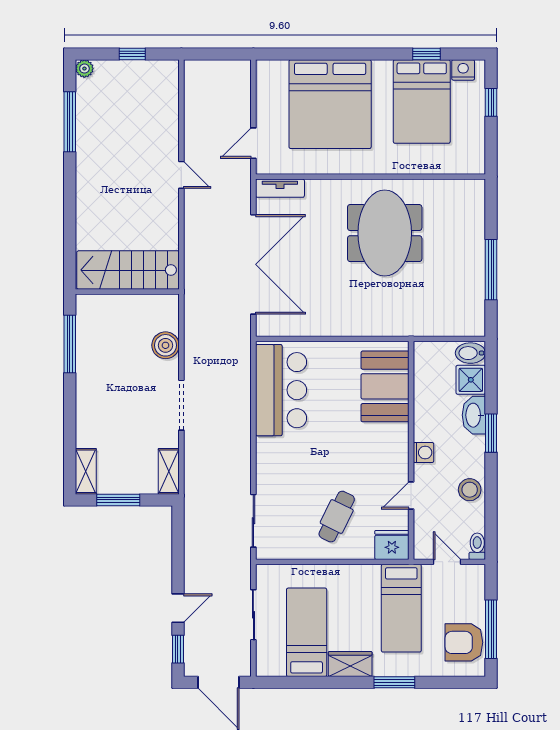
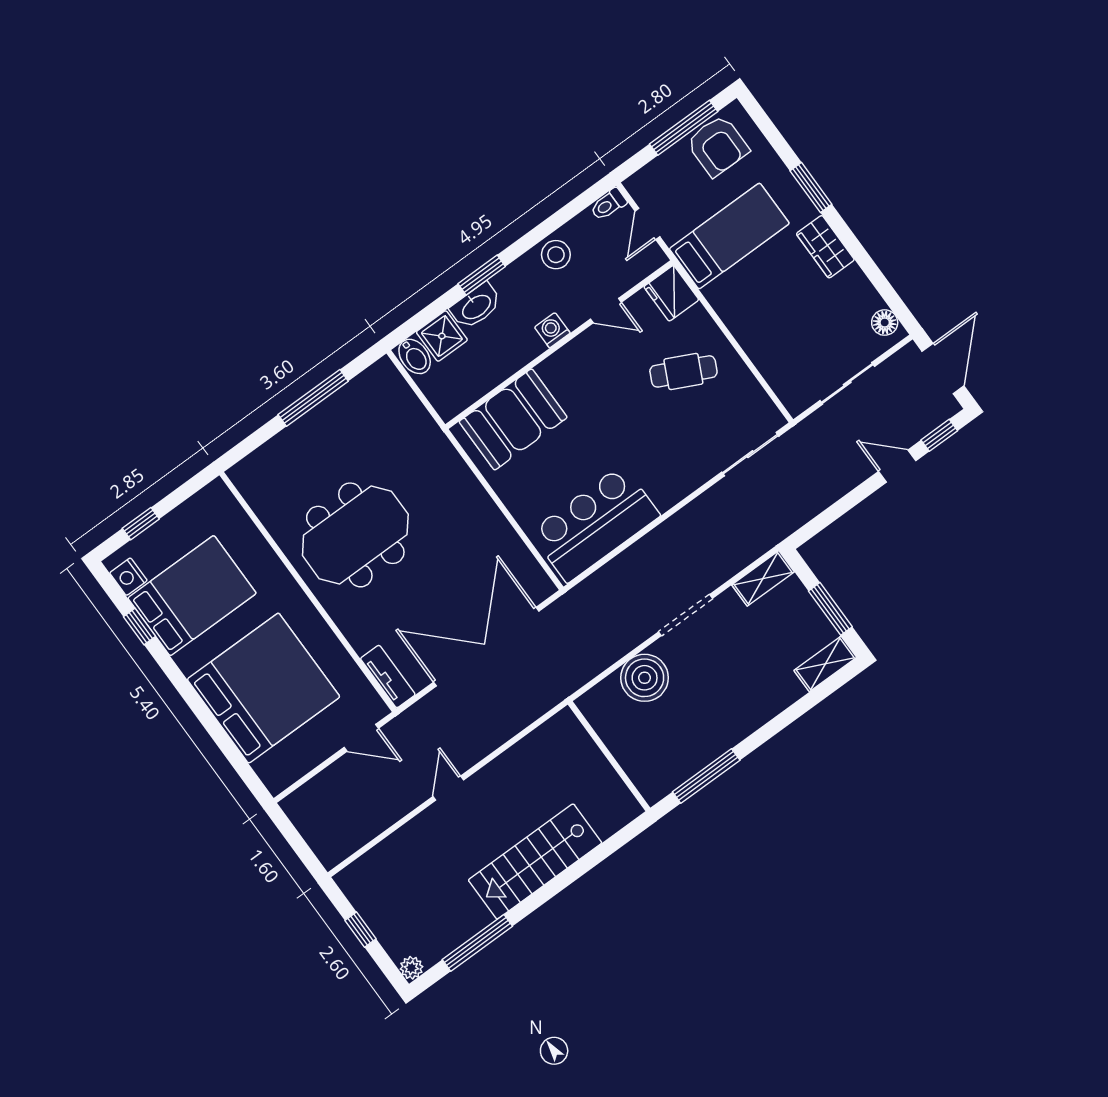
stairs: (128, 270) -> (535, 861), moved, turned 90
boiler: (165, 345) -> (645, 678), width x1.37, depth x1.37
bed: (307, 632) -> (825, 315), removed
floor lamp: (275, 667) -> (885, 323), added

